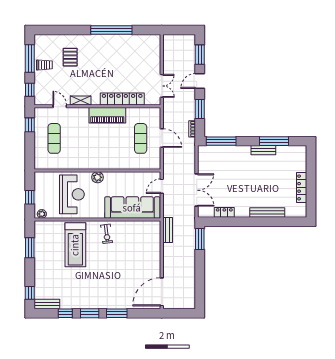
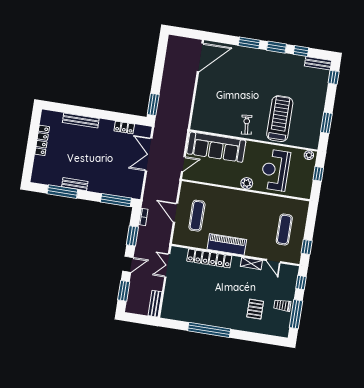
bench: (168, 230) -> (155, 304), moved

